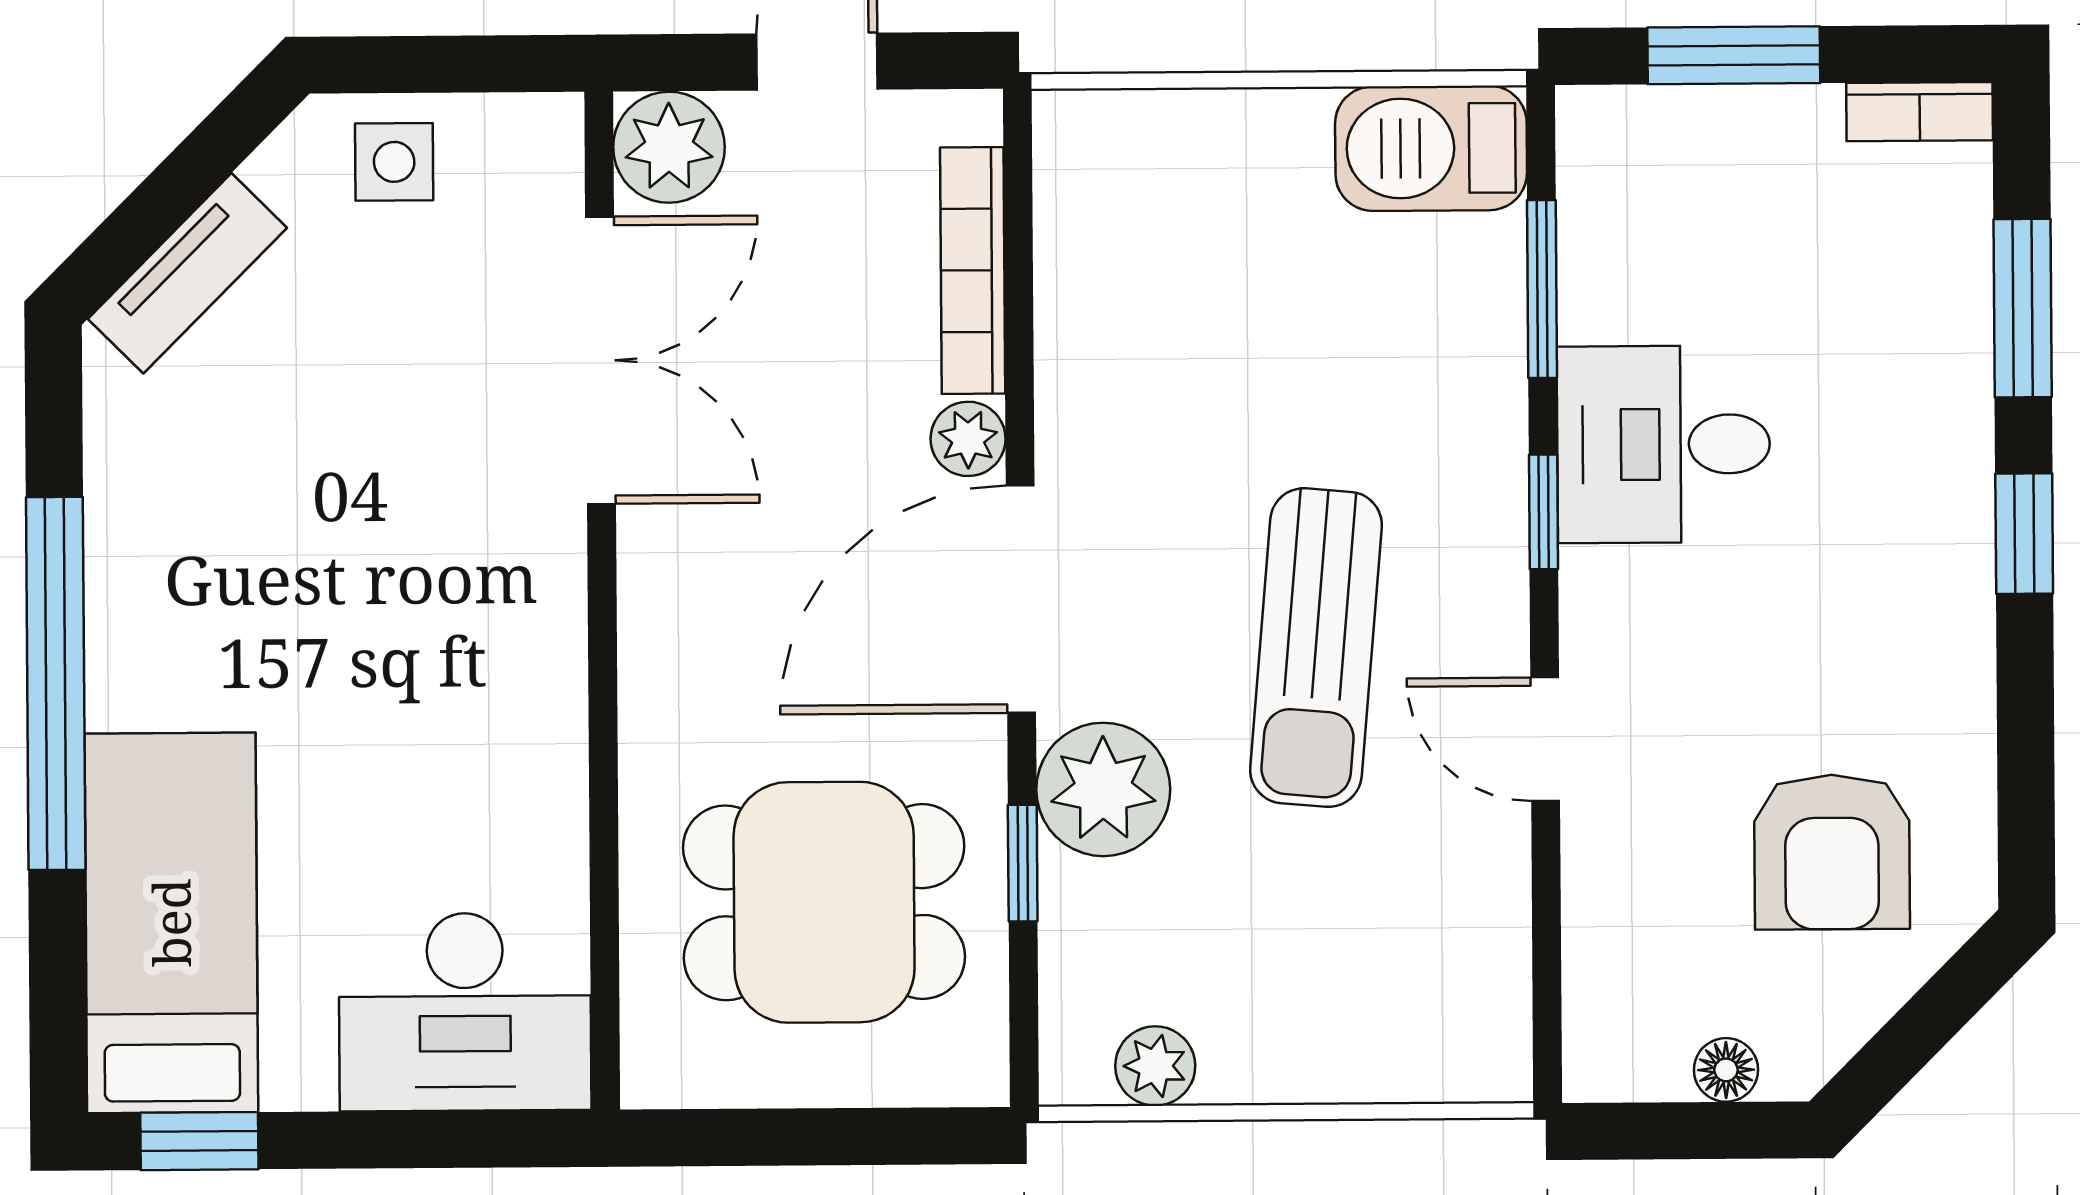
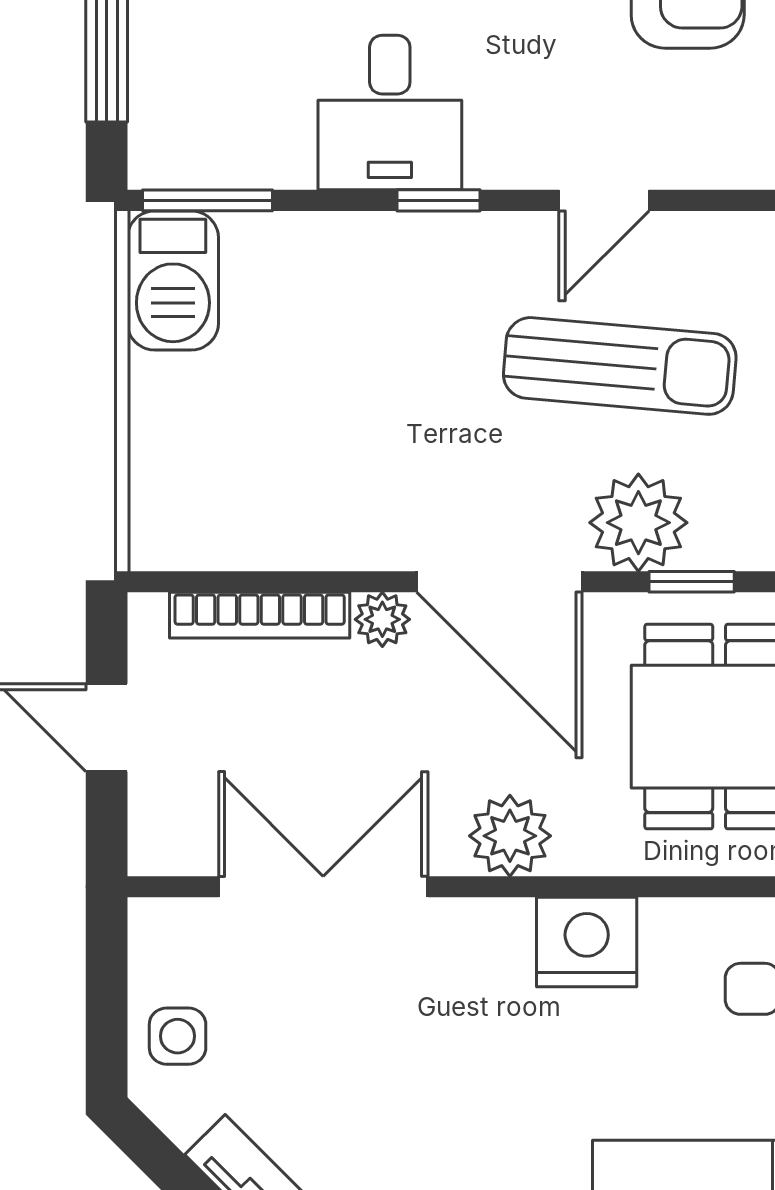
plant: (669, 147) -> (510, 836), moved
window: (1542, 289) -> (207, 200), moved
sun lounger: (1316, 648) -> (620, 366), moved
nightstand: (527, 722) -> (587, 942), added

